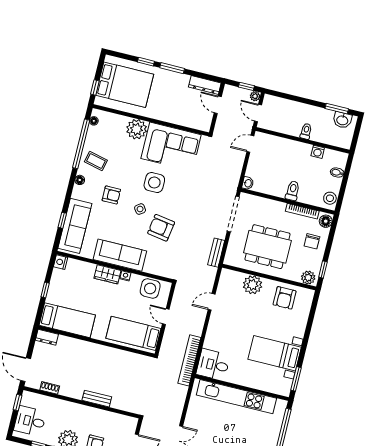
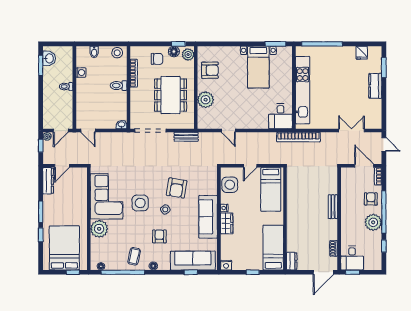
floor lamp: (326, 221) -> (174, 51), moved
bookcase: (189, 360) -> (298, 137), moved
desk: (30, 421) -> (352, 258), moved

